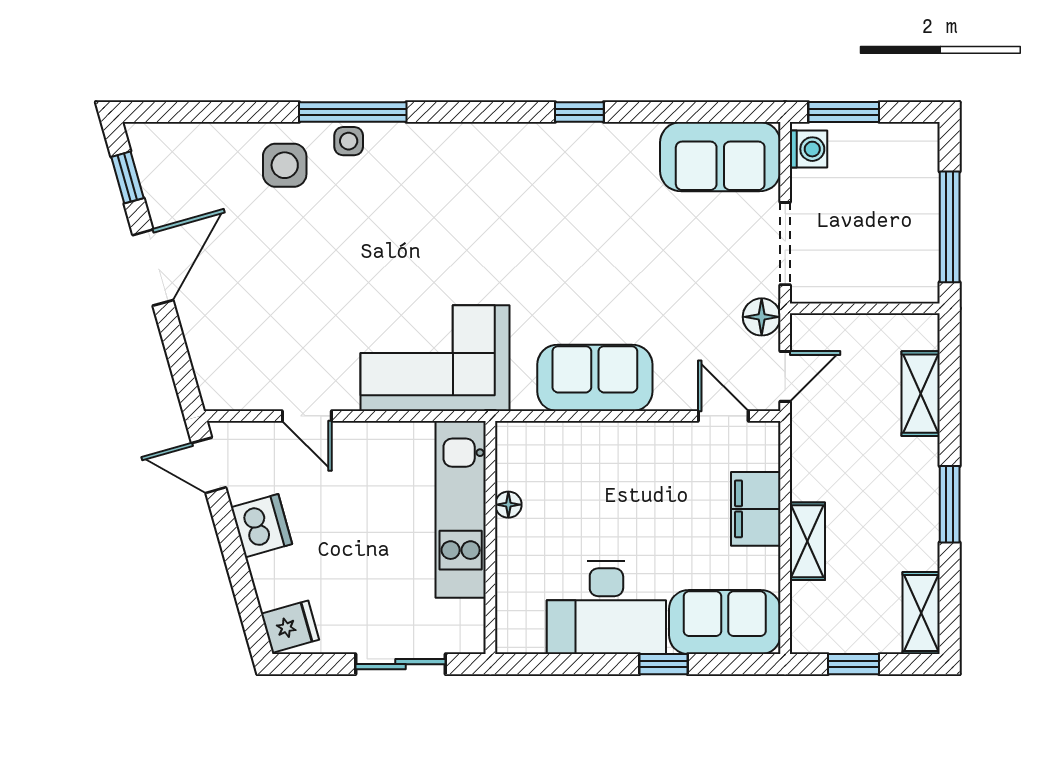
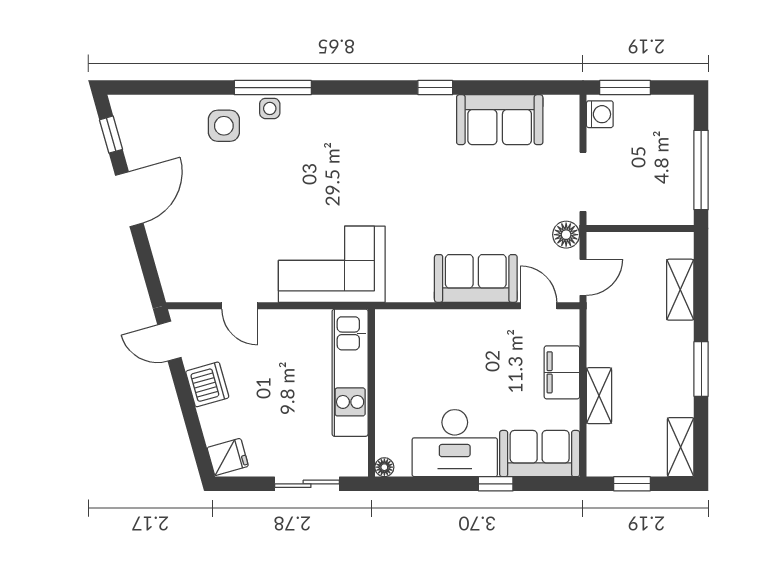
sofa: (720, 157) -> (500, 120), moved
sofa: (595, 378) -> (476, 278), moved
floor lamp: (508, 505) -> (384, 467), moved

